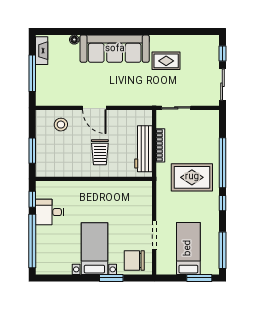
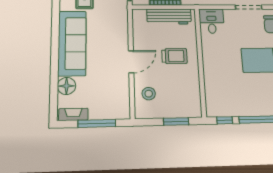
floor lamp: (74, 40) -> (66, 86), width x1.89, depth x1.89
desk: (50, 212) -> (212, 21), moved, turned 180

